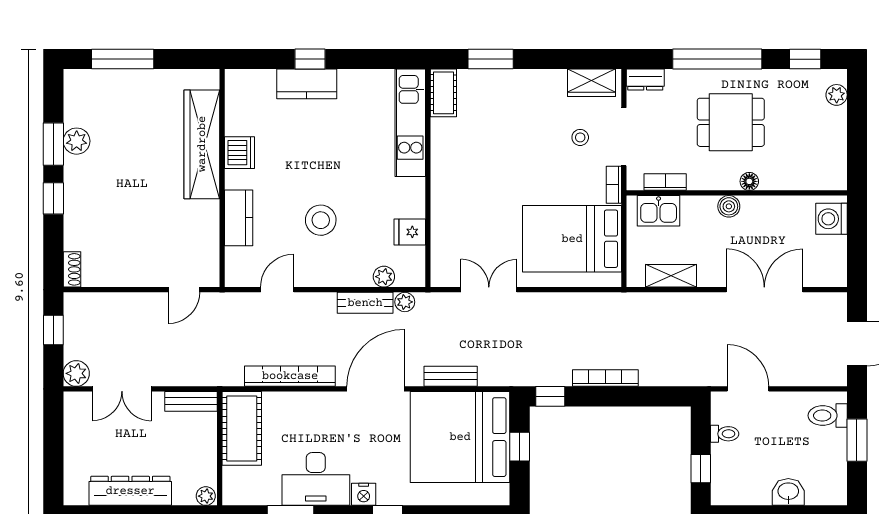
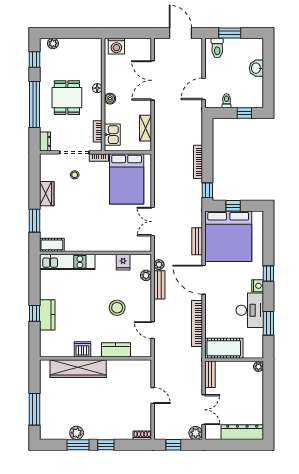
wardrobe: (591, 83) -> (47, 194), moved
door: (184, 290) -> (153, 395), moved
dresser: (130, 491) -> (242, 432), moved, turned 90

